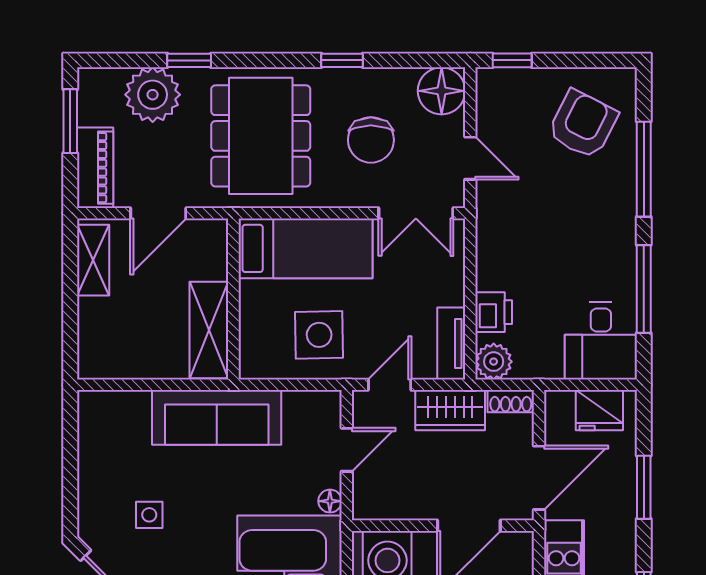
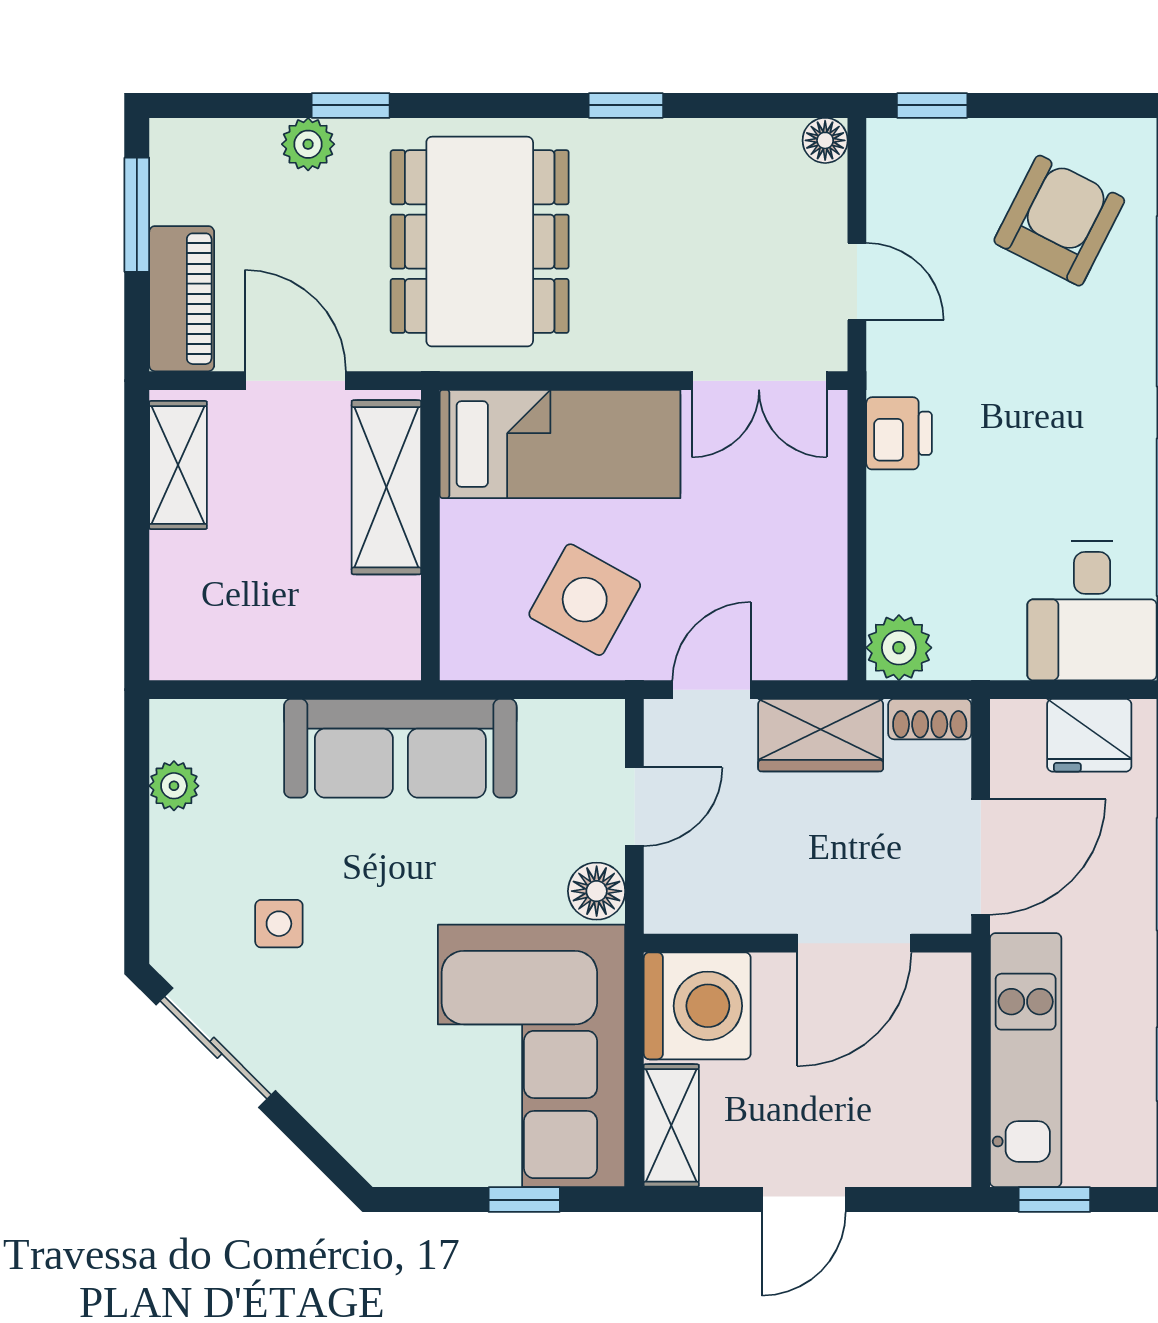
floor lamp: (442, 91) -> (825, 140), width x0.53, depth x0.53
plant: (153, 95) -> (308, 144), width x0.53, depth x0.53
chair: (371, 140) -> (678, 249), removed
door: (158, 213) -> (295, 381), swing flipped
printer: (494, 312) -> (899, 433), moved
shelving: (209, 330) -> (386, 487), moved
side table: (319, 335) -> (585, 600), turned 30
tv unit: (451, 343) -> (823, 615), removed
plant: (91, 438) -> (174, 786), added
floor lamp: (330, 501) -> (597, 891), width x1.37, depth x1.37

